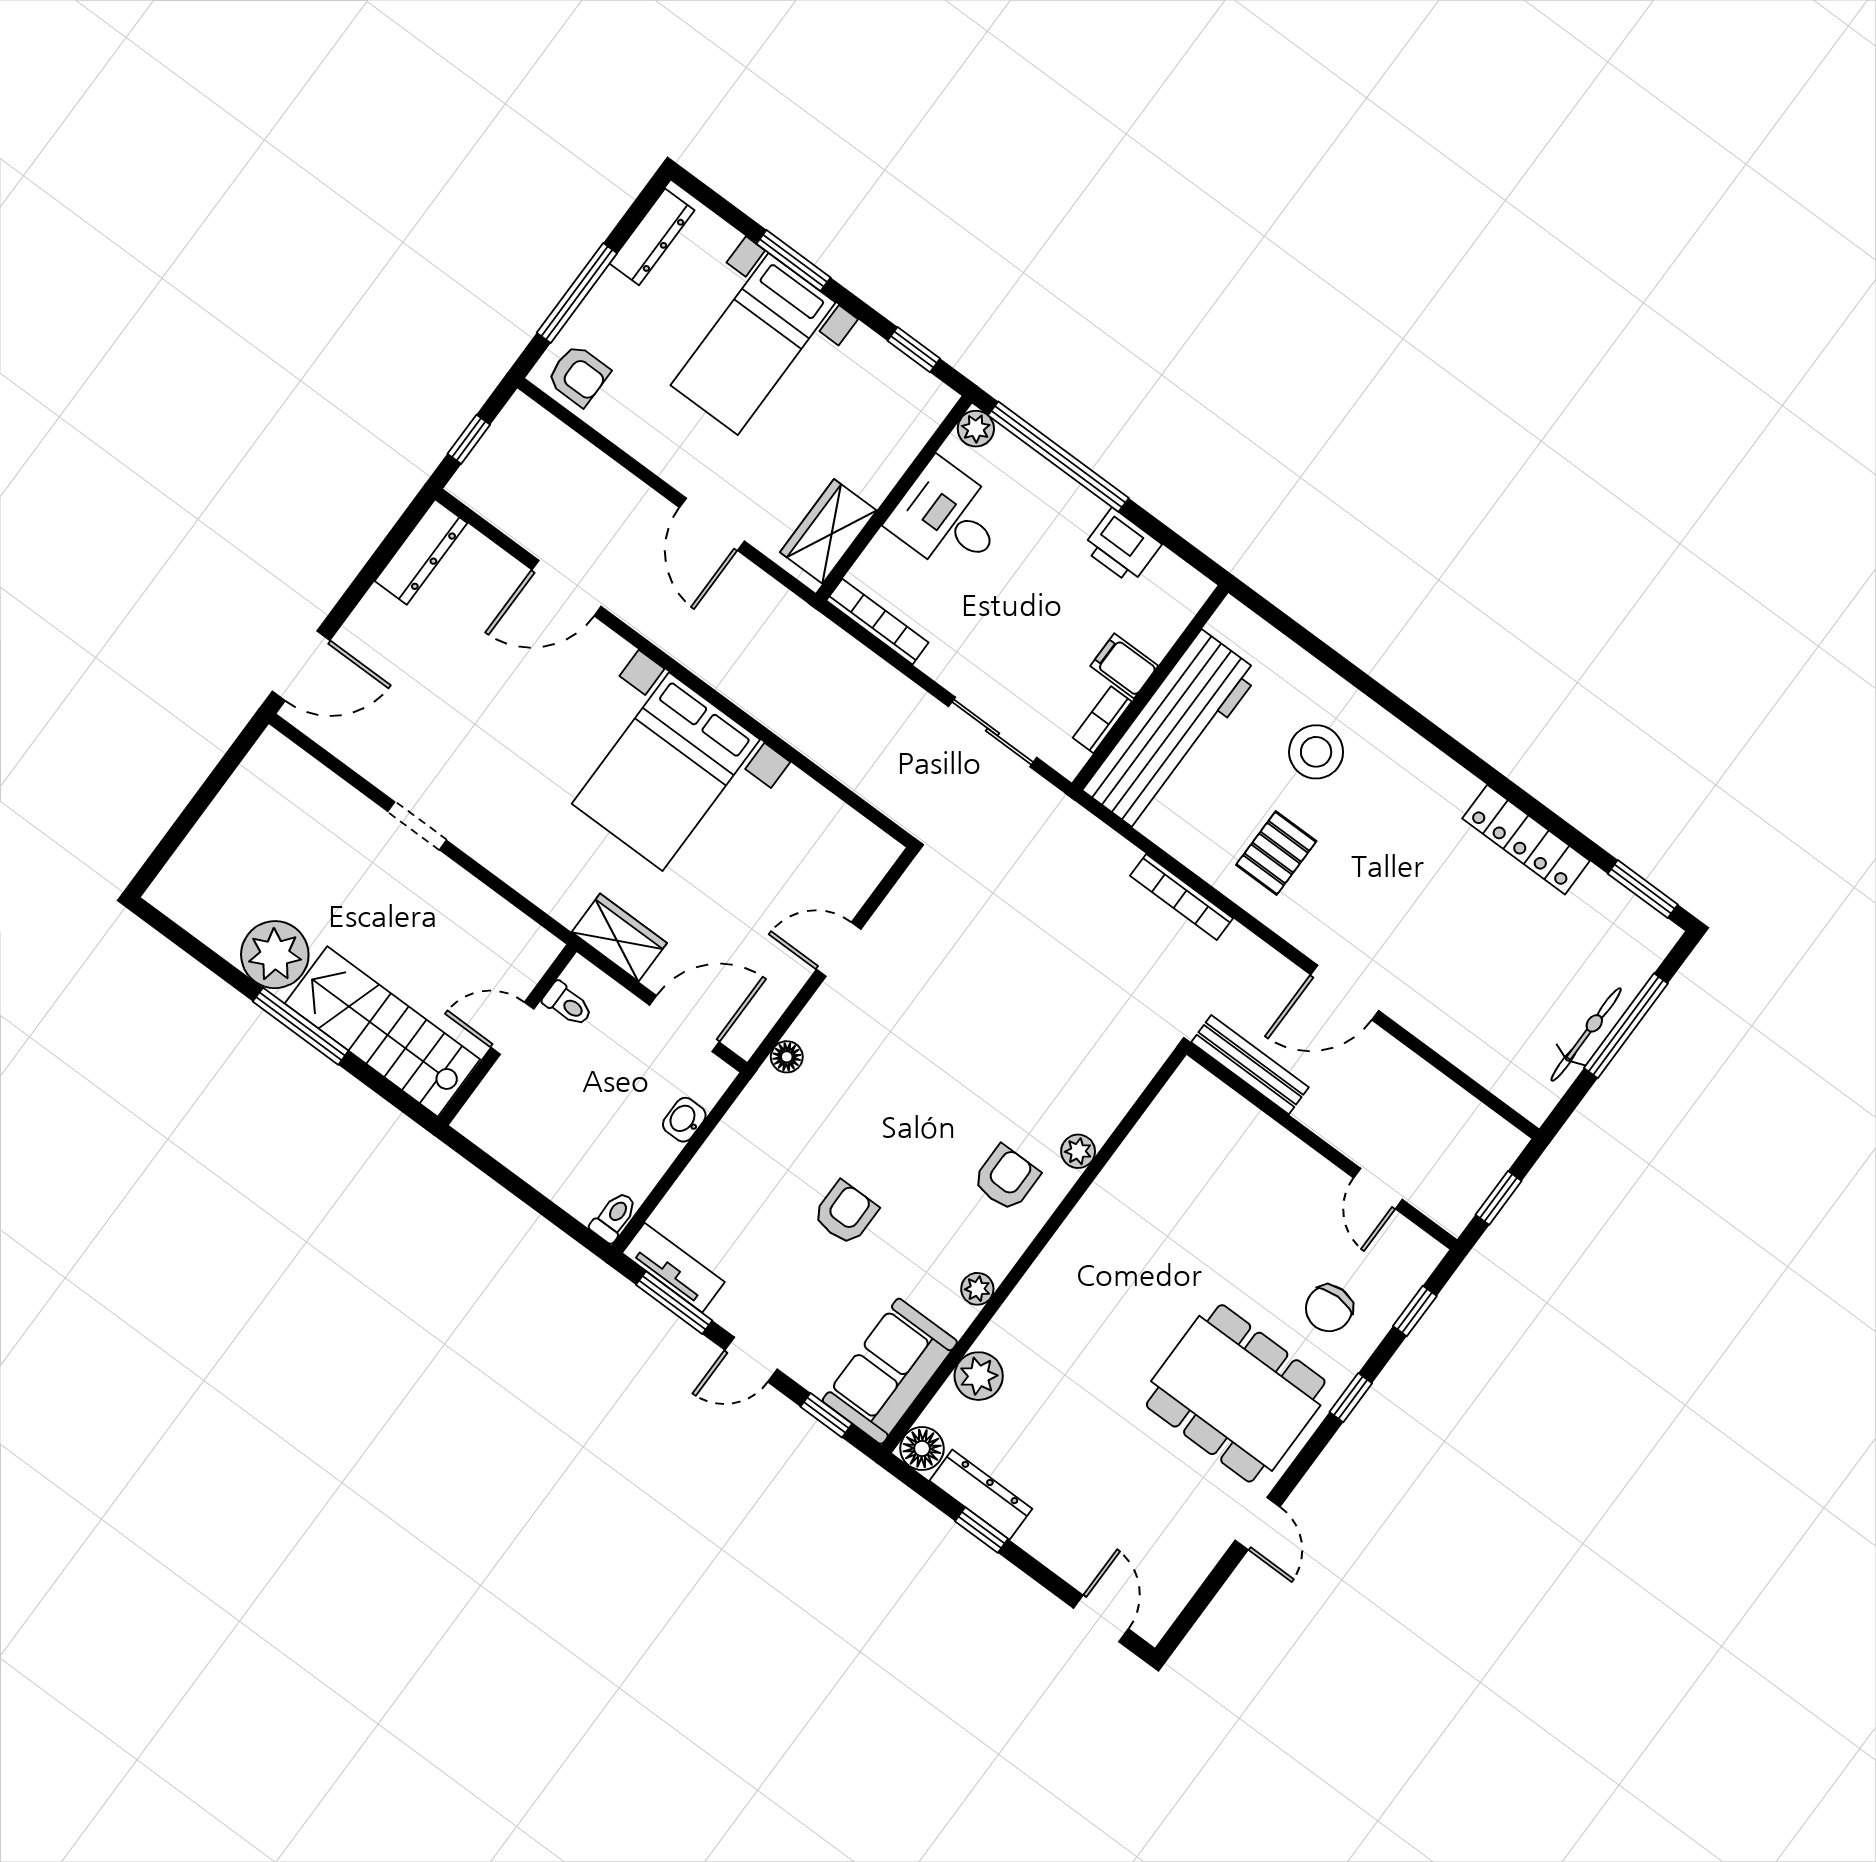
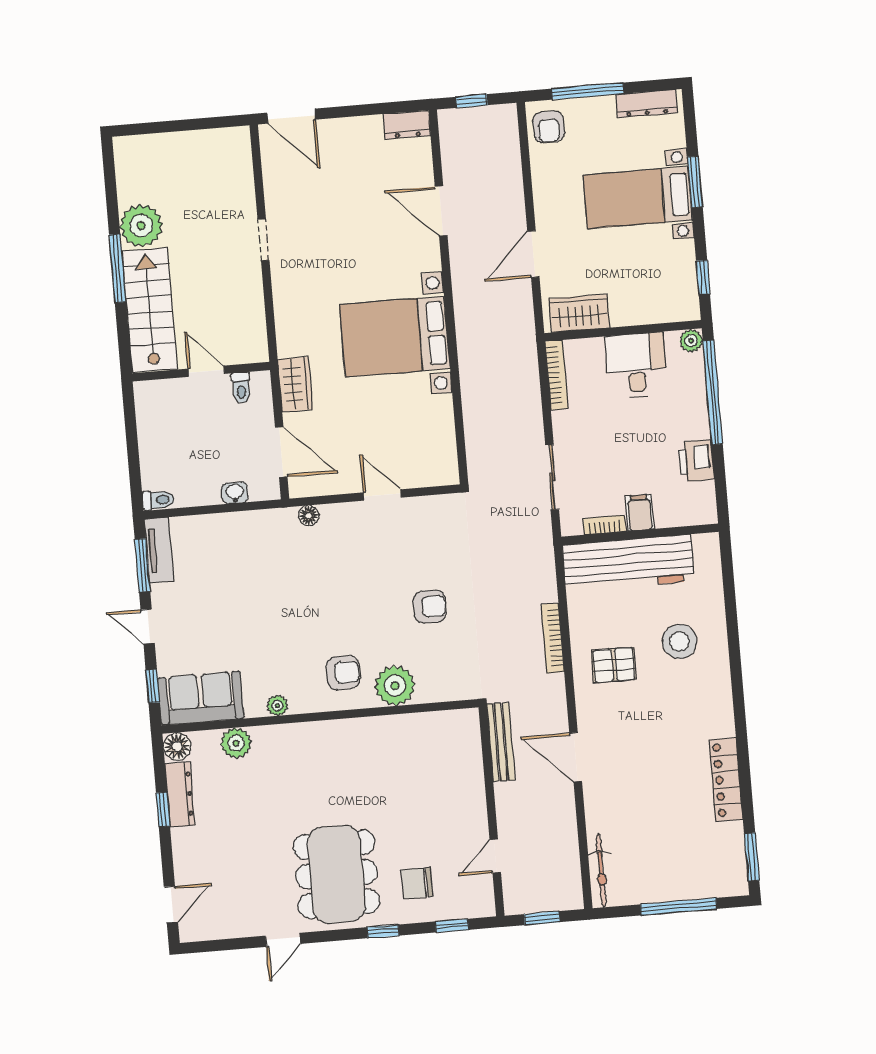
dresser: (421, 552) -> (407, 125), width x0.70
bicycle: (1586, 1034) -> (601, 871), moved, turned 90
plant: (1078, 1151) -> (395, 686), width x1.87, depth x1.87
armchair: (845, 1213) -> (430, 606), moved

